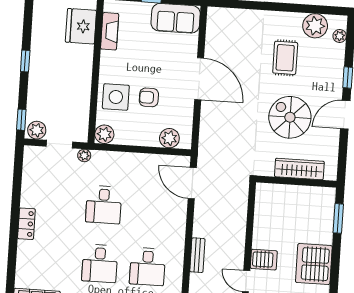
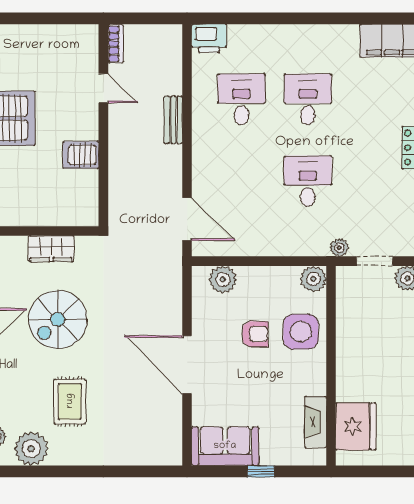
spiral stairs: (290, 117) -> (58, 319), turned 90
wardrobe: (299, 169) -> (51, 249), width x0.67
server rack: (264, 260) -> (81, 155), moved

